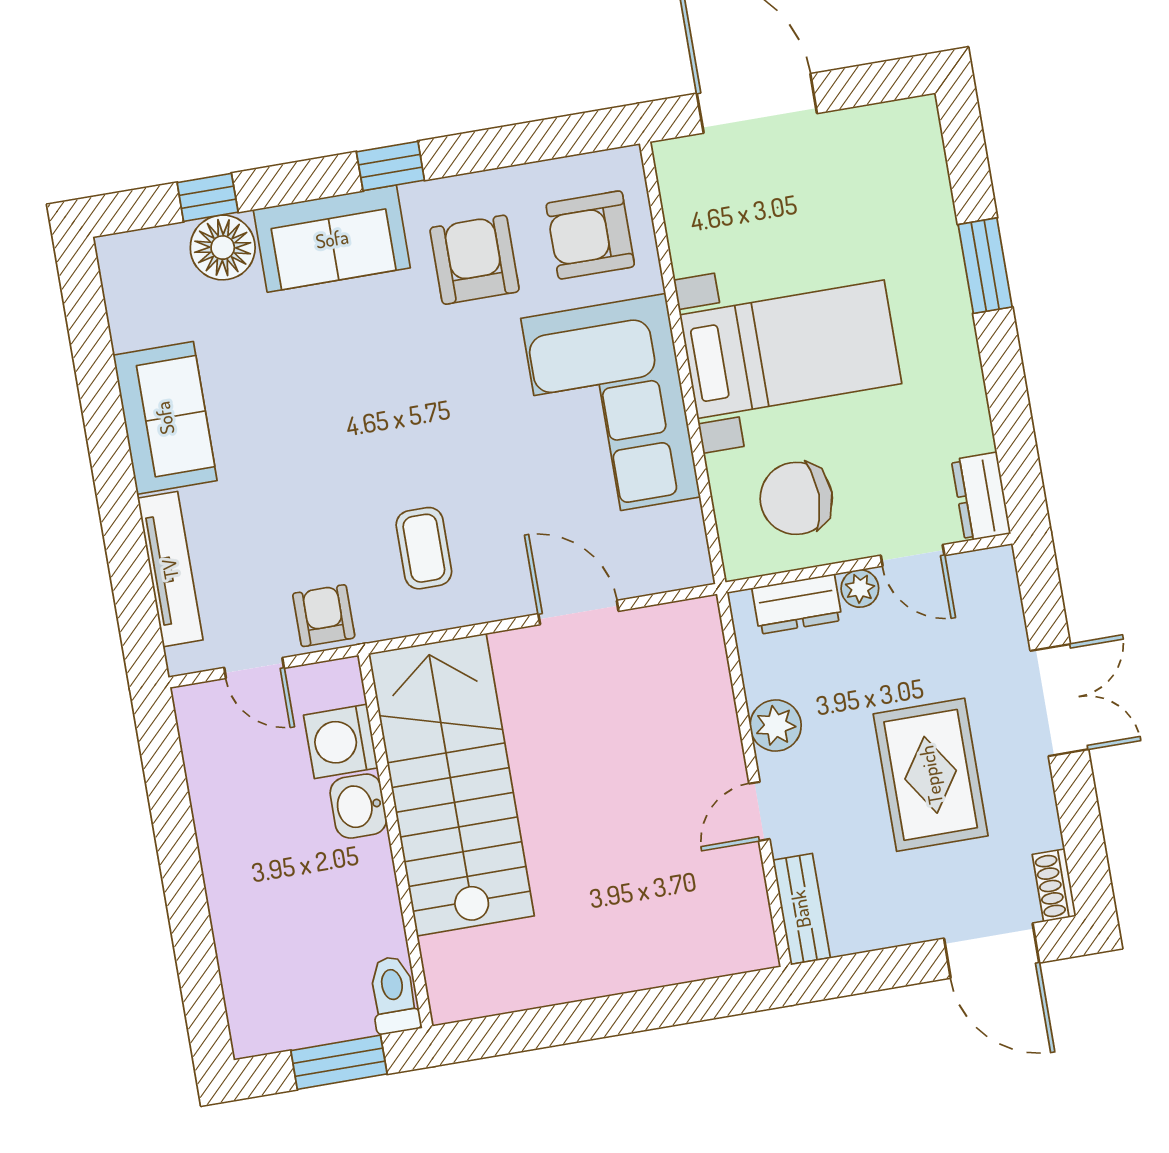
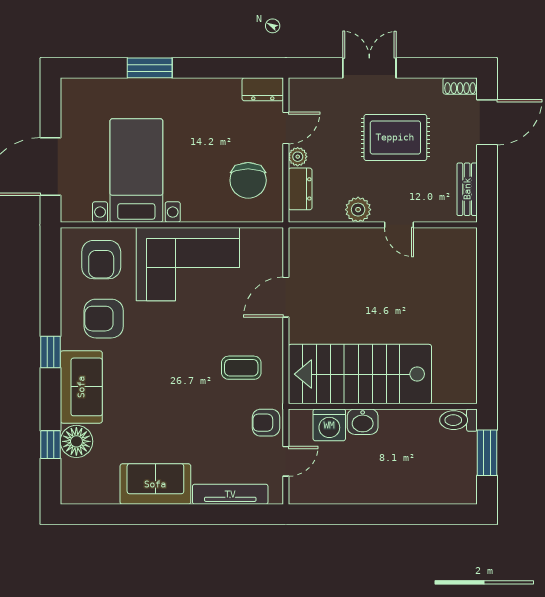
bed with nightstands: (791, 349) -> (136, 171), moved
bench: (801, 909) -> (467, 189), moved, turned 90

